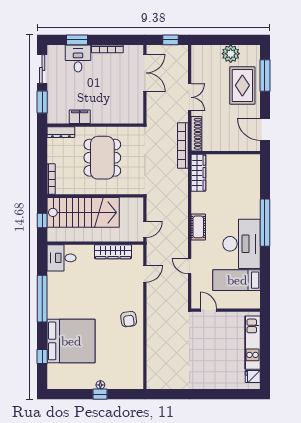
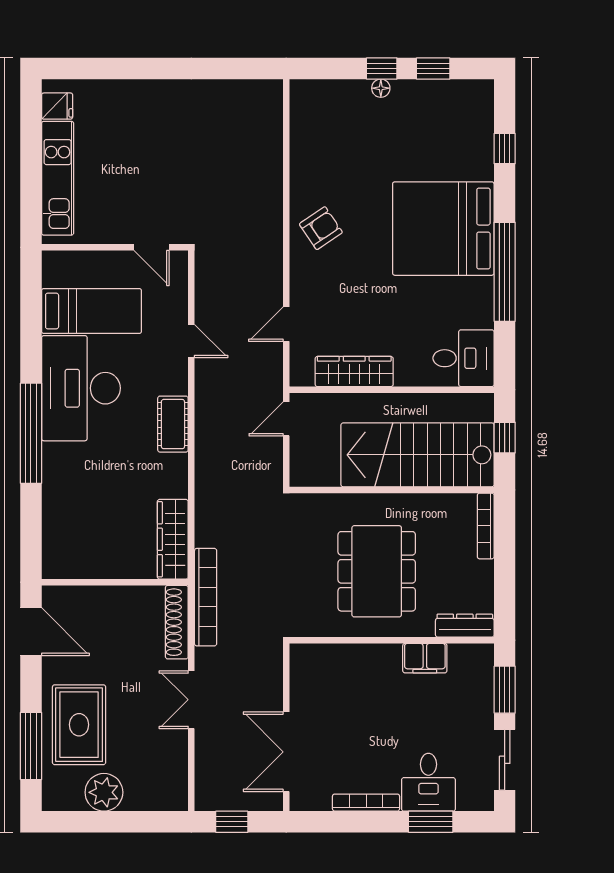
armchair: (129, 319) -> (321, 228), turned 64
bed: (71, 341) -> (443, 229), moved
window: (76, 394) -> (433, 68), added

